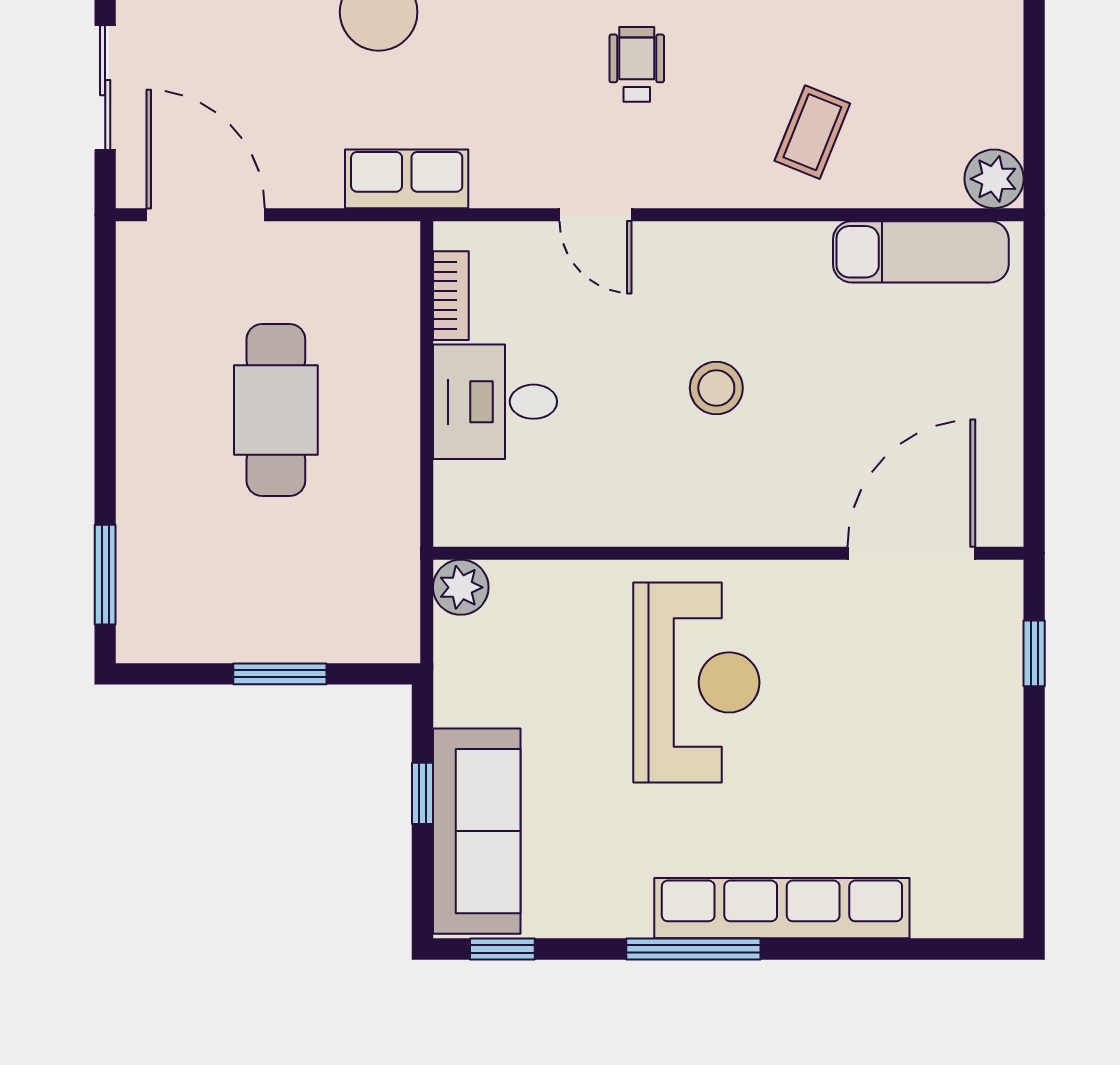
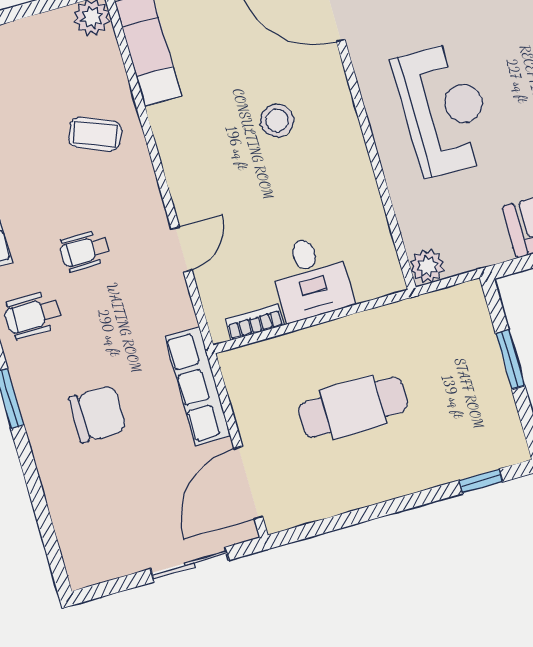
row of seats: (407, 179) -> (198, 386), width x1.48
stool: (716, 388) -> (277, 121), moved
window: (105, 575) -> (481, 481), width x0.67
reception desk: (696, 682) -> (444, 109), turned 90

